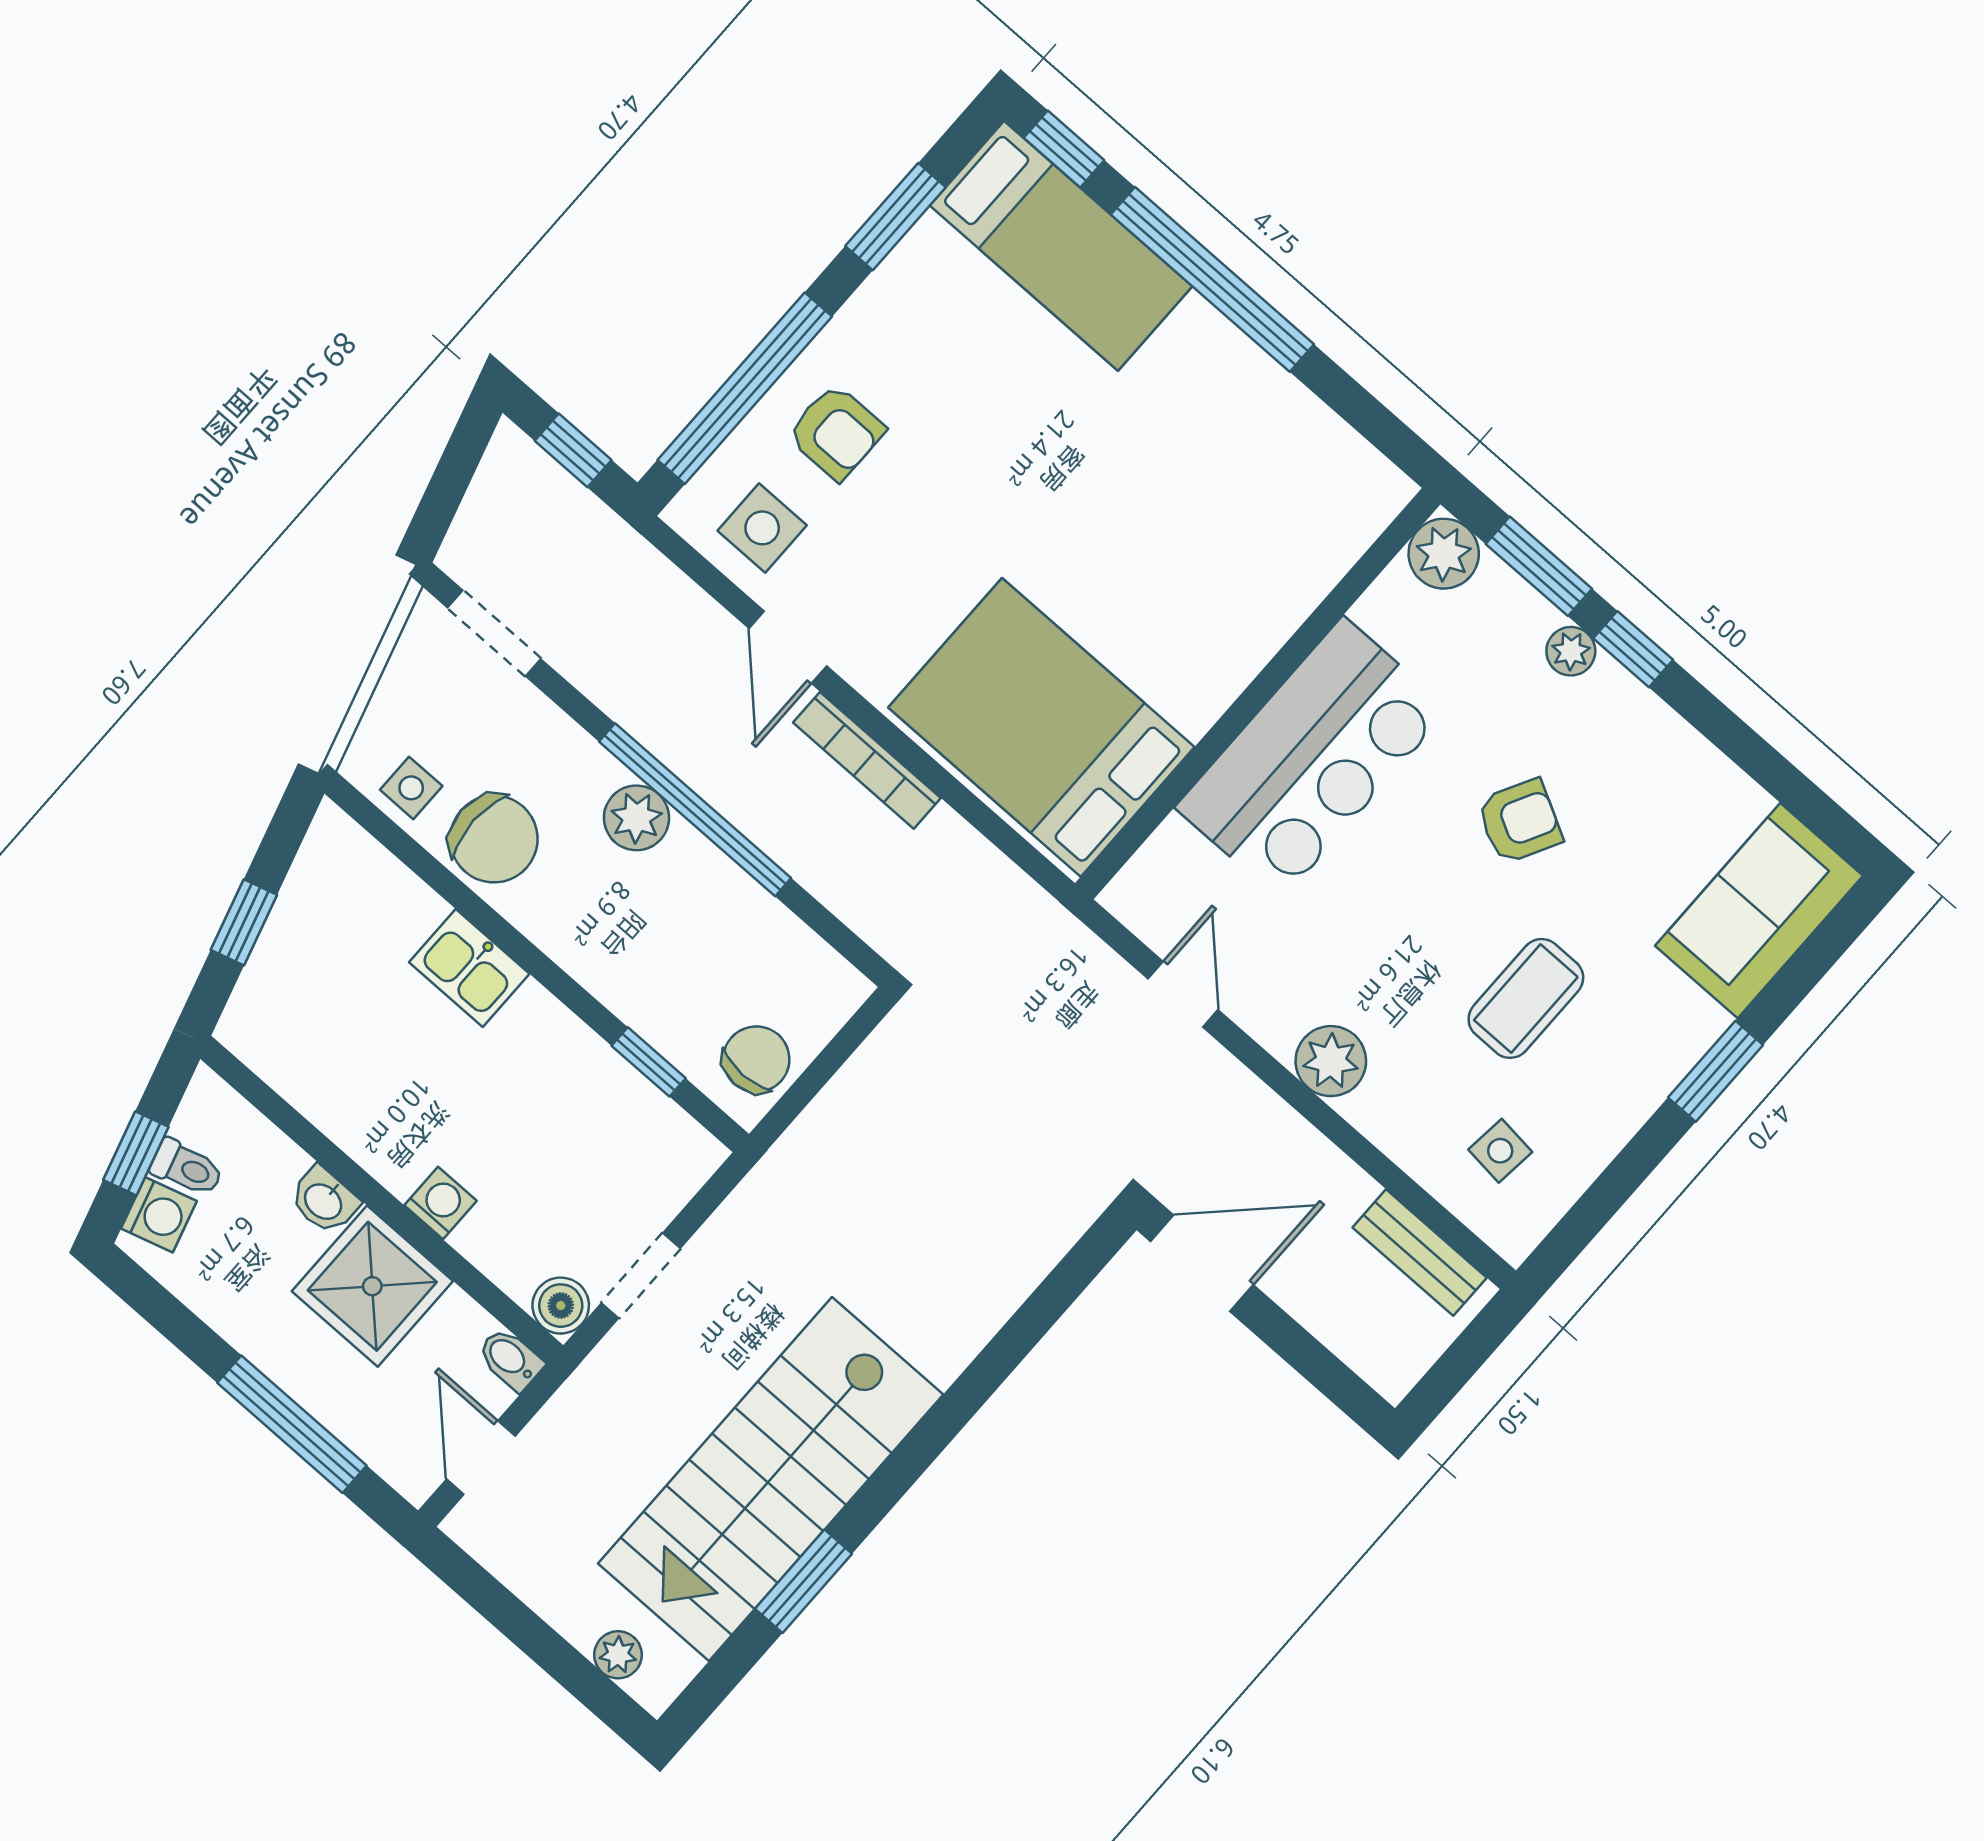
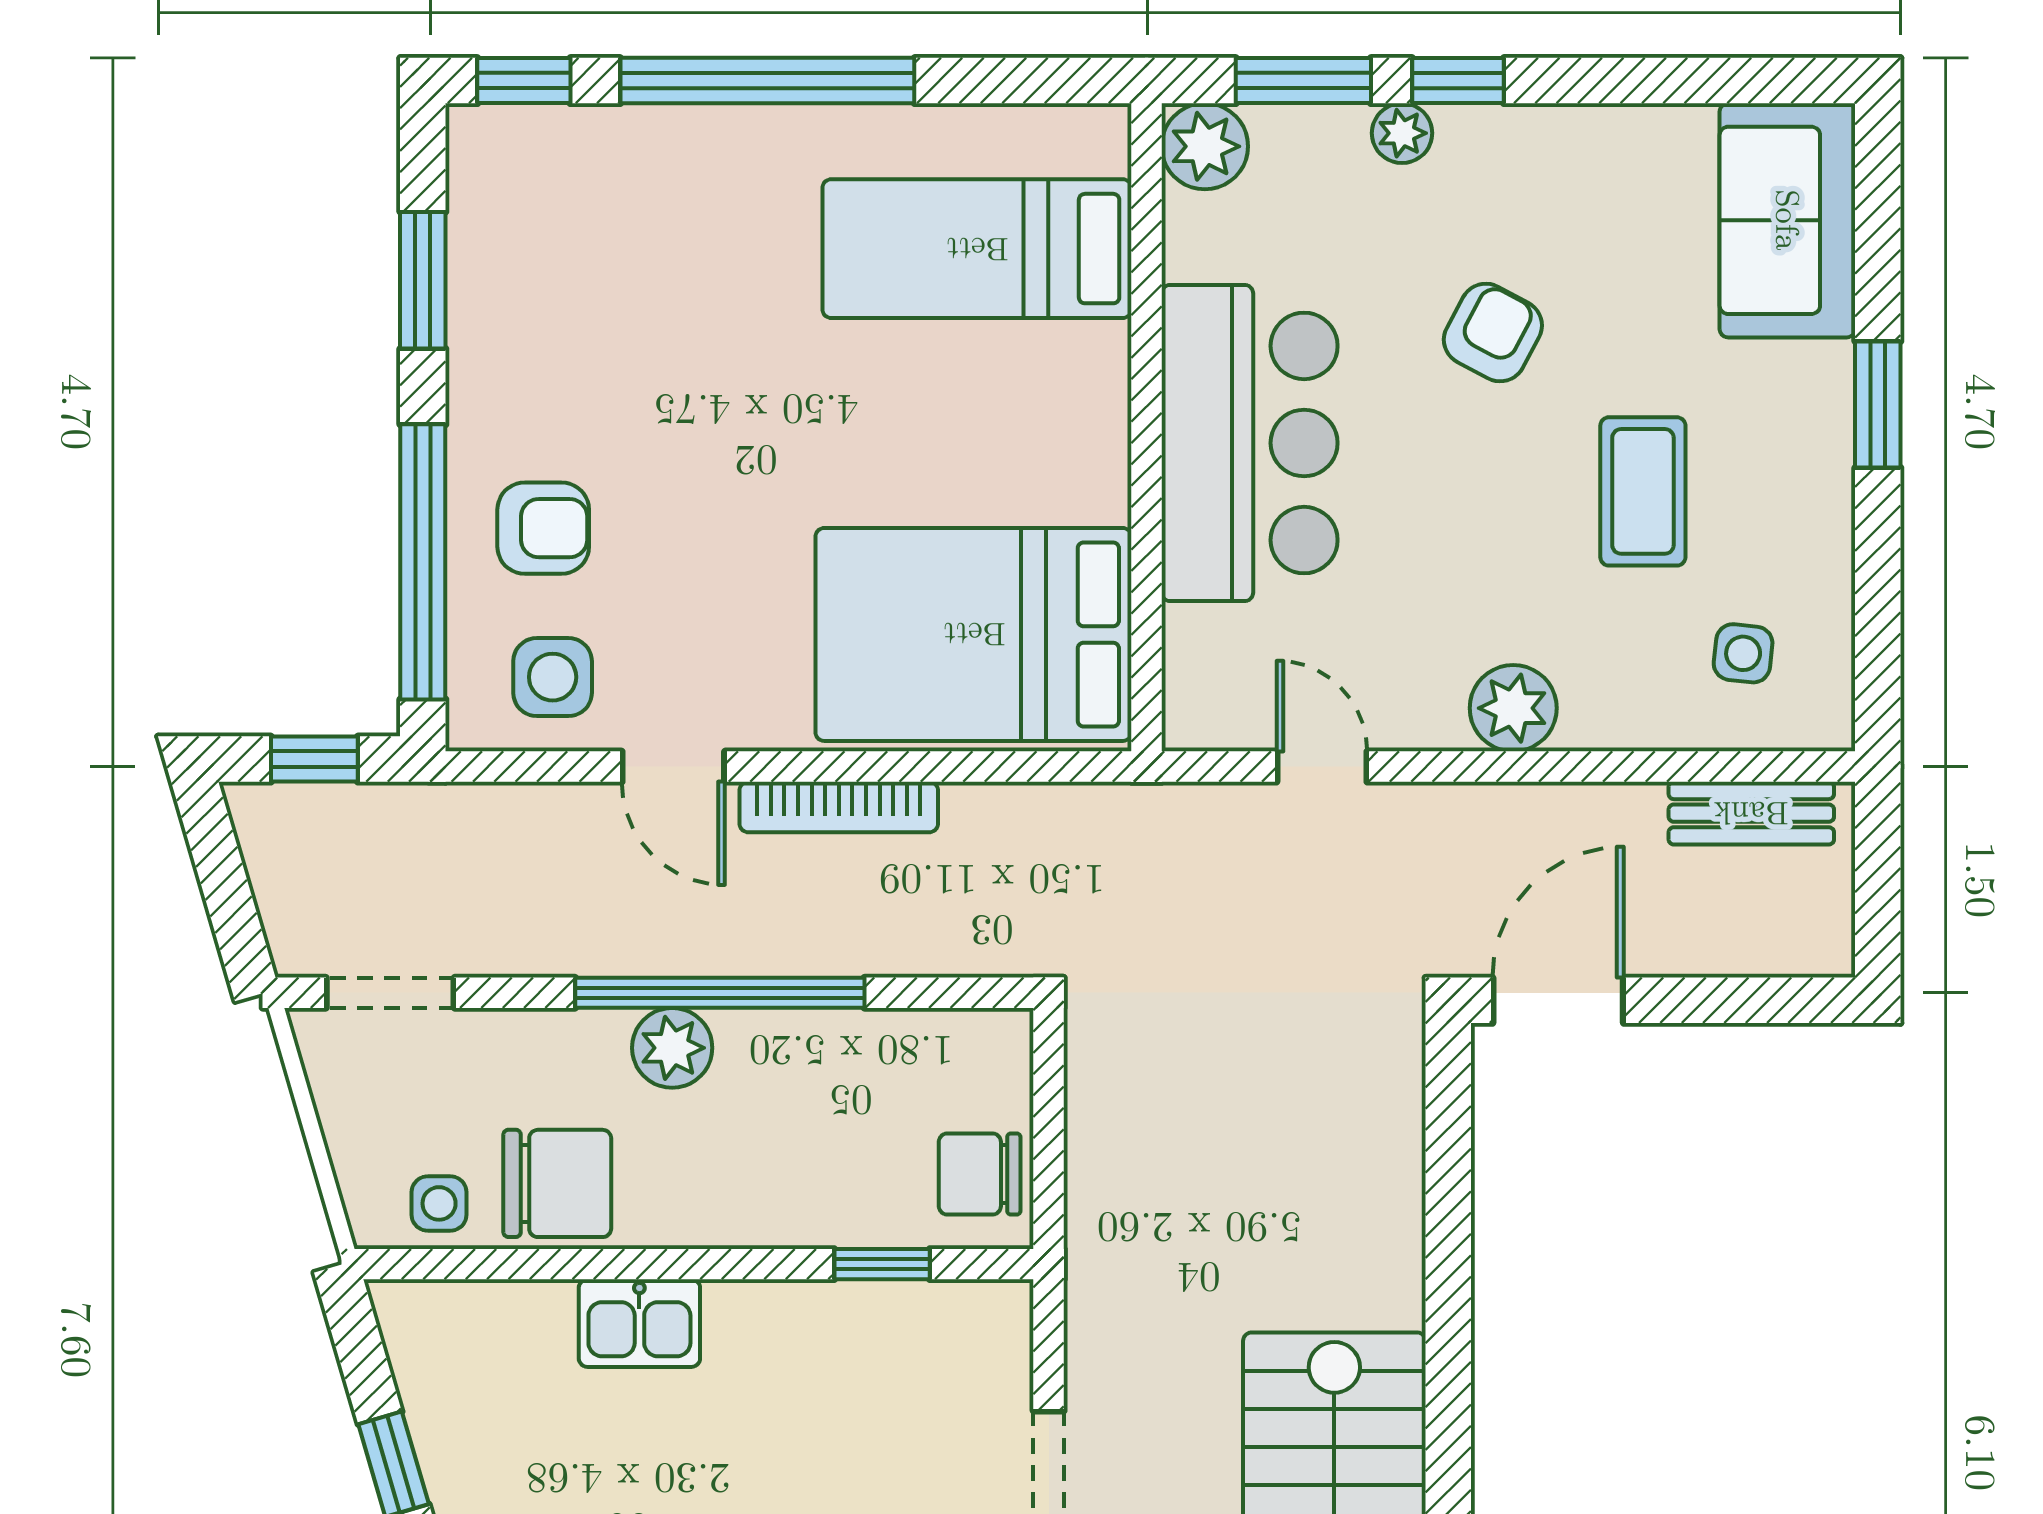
bed: (1061, 246) -> (977, 249), moved, turned 180
chair: (756, 1059) -> (980, 1174), turned -90

